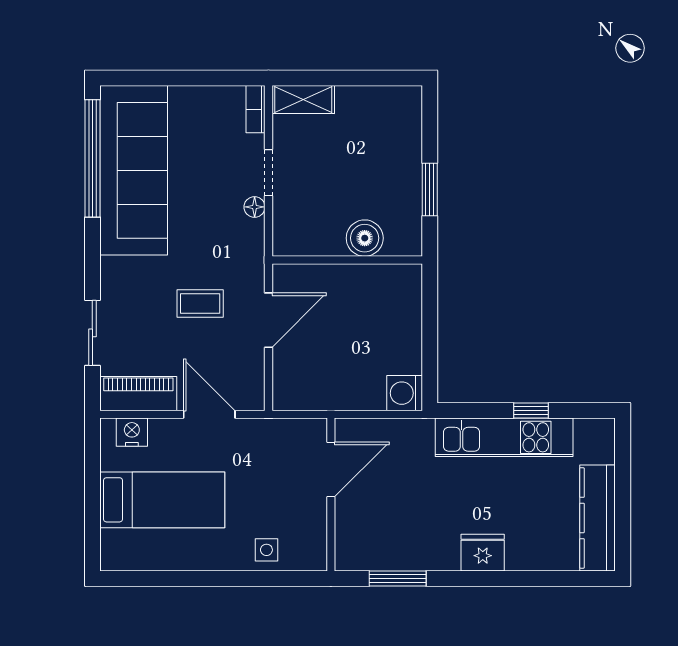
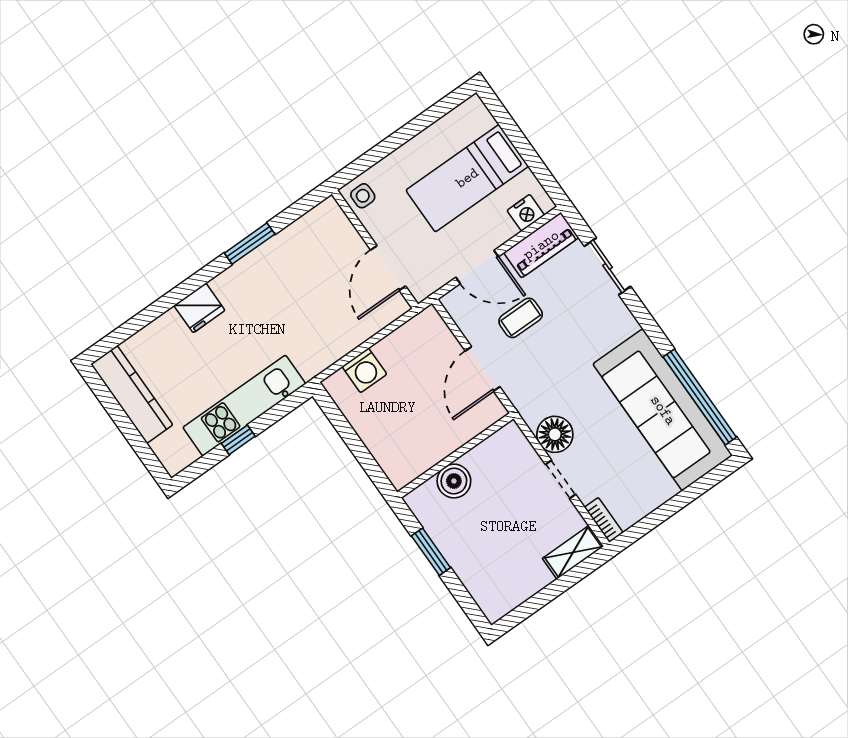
floor lamp: (255, 207) -> (555, 434), width x1.89, depth x1.89
coffee table: (200, 304) -> (521, 318), moved
washing machine: (405, 393) -> (364, 370), moved, turned 90
door: (331, 470) -> (388, 268), moved
wall: (331, 495) -> (375, 249), moved

